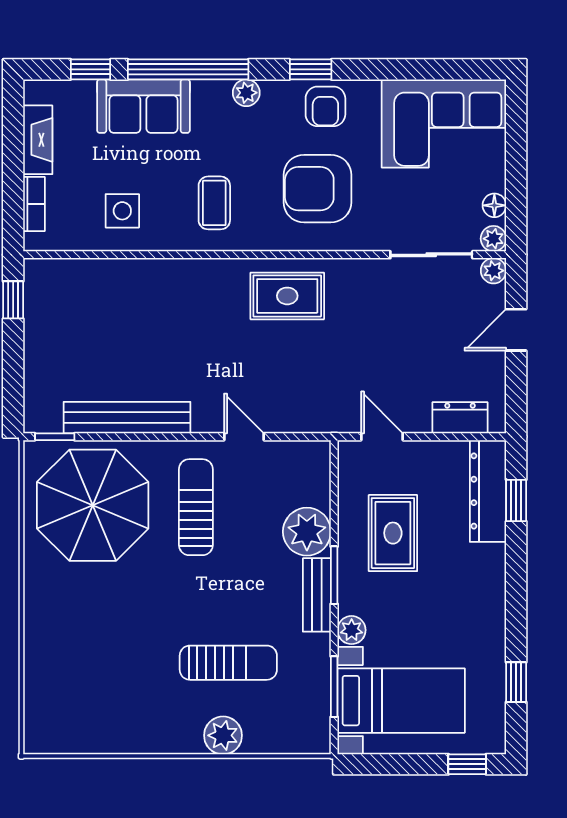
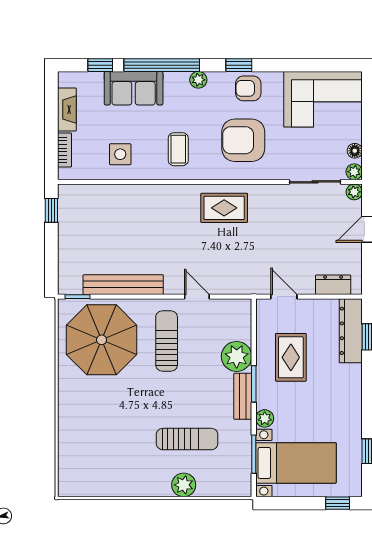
armchair: (325, 106) -> (248, 88), turned 90

